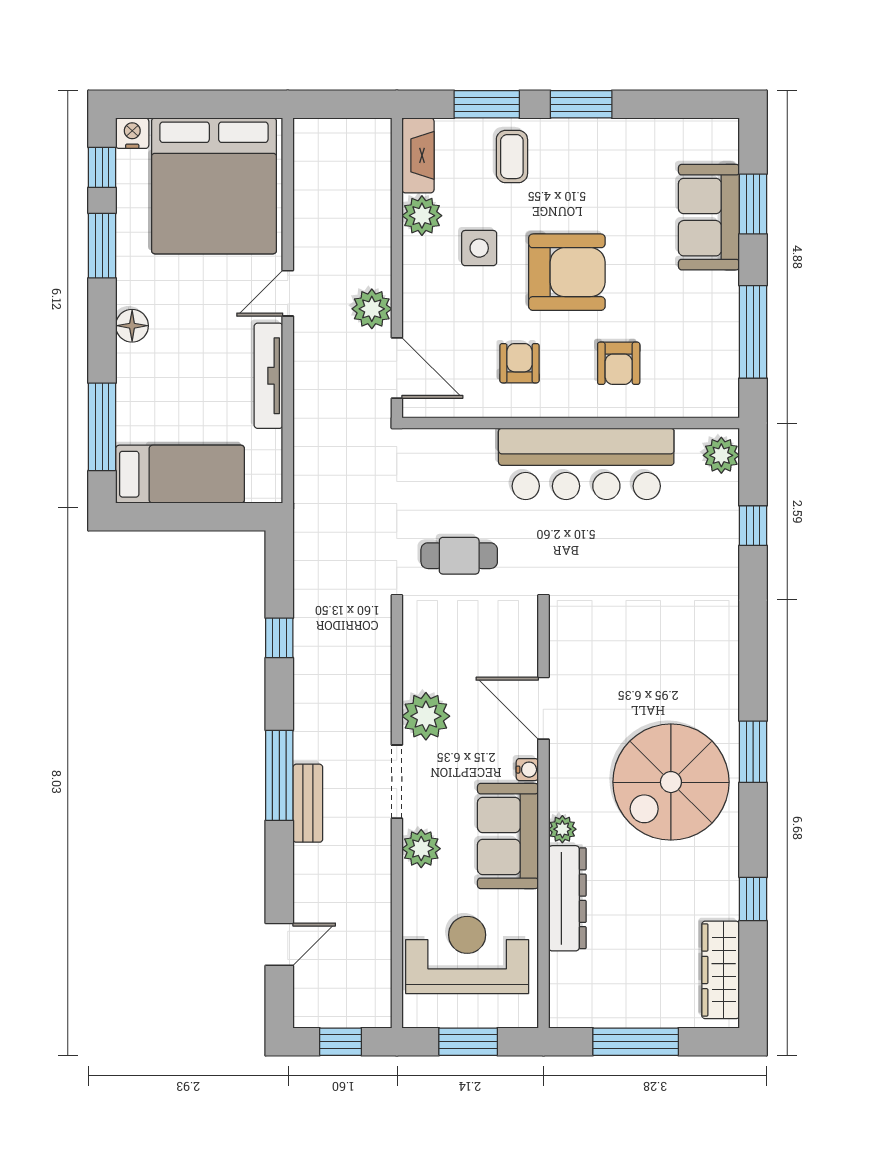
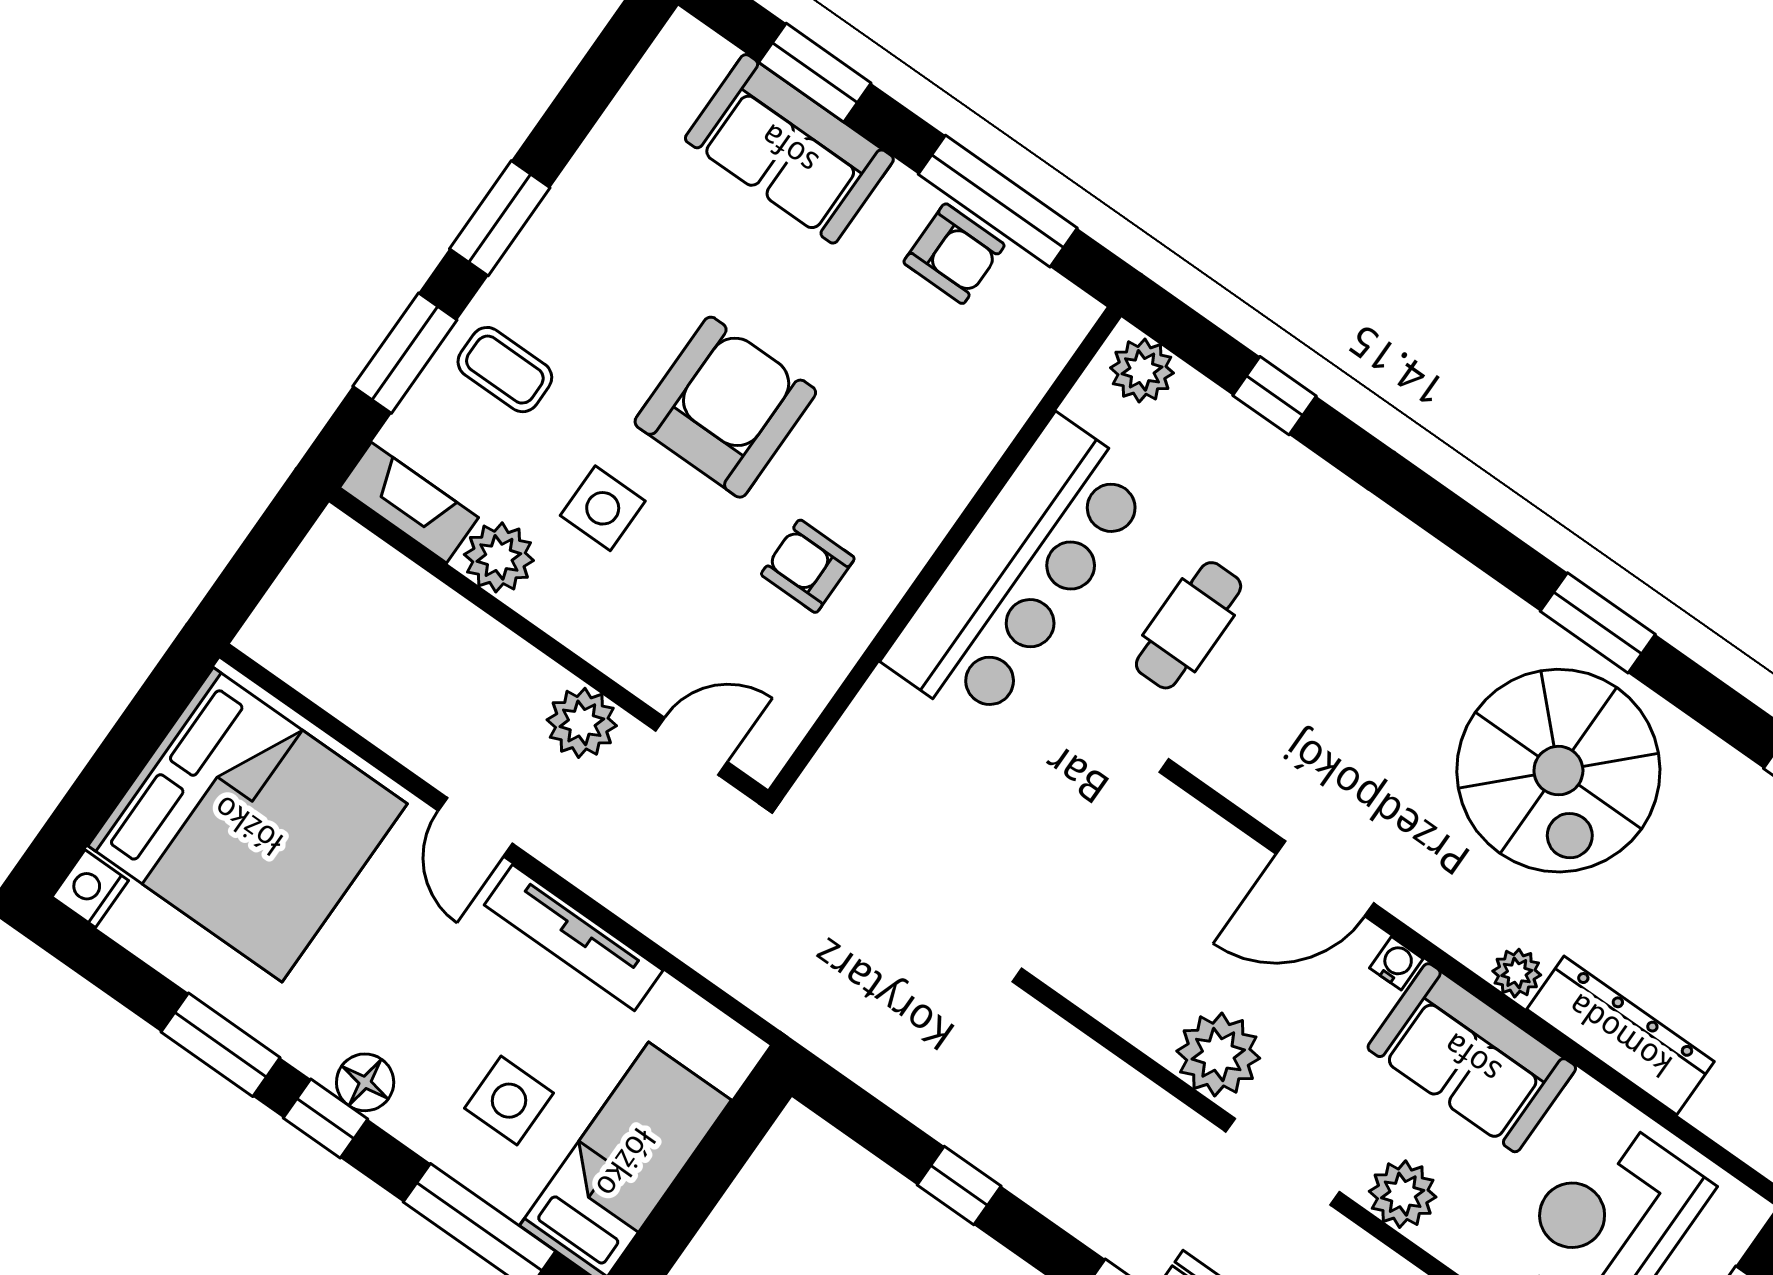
window: (102, 167) -> (325, 1119), moved
armchair: (619, 363) -> (954, 254), moved
door: (397, 368) -> (691, 746), width x0.73
side table: (171, 399) -> (509, 1101), added
cafe table: (459, 556) -> (1189, 625), moved

